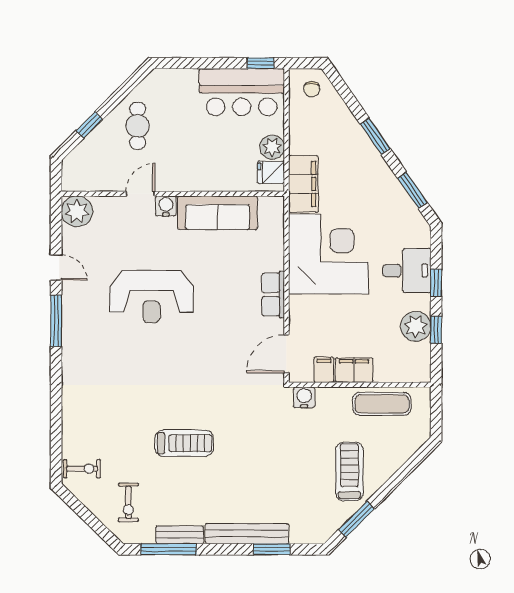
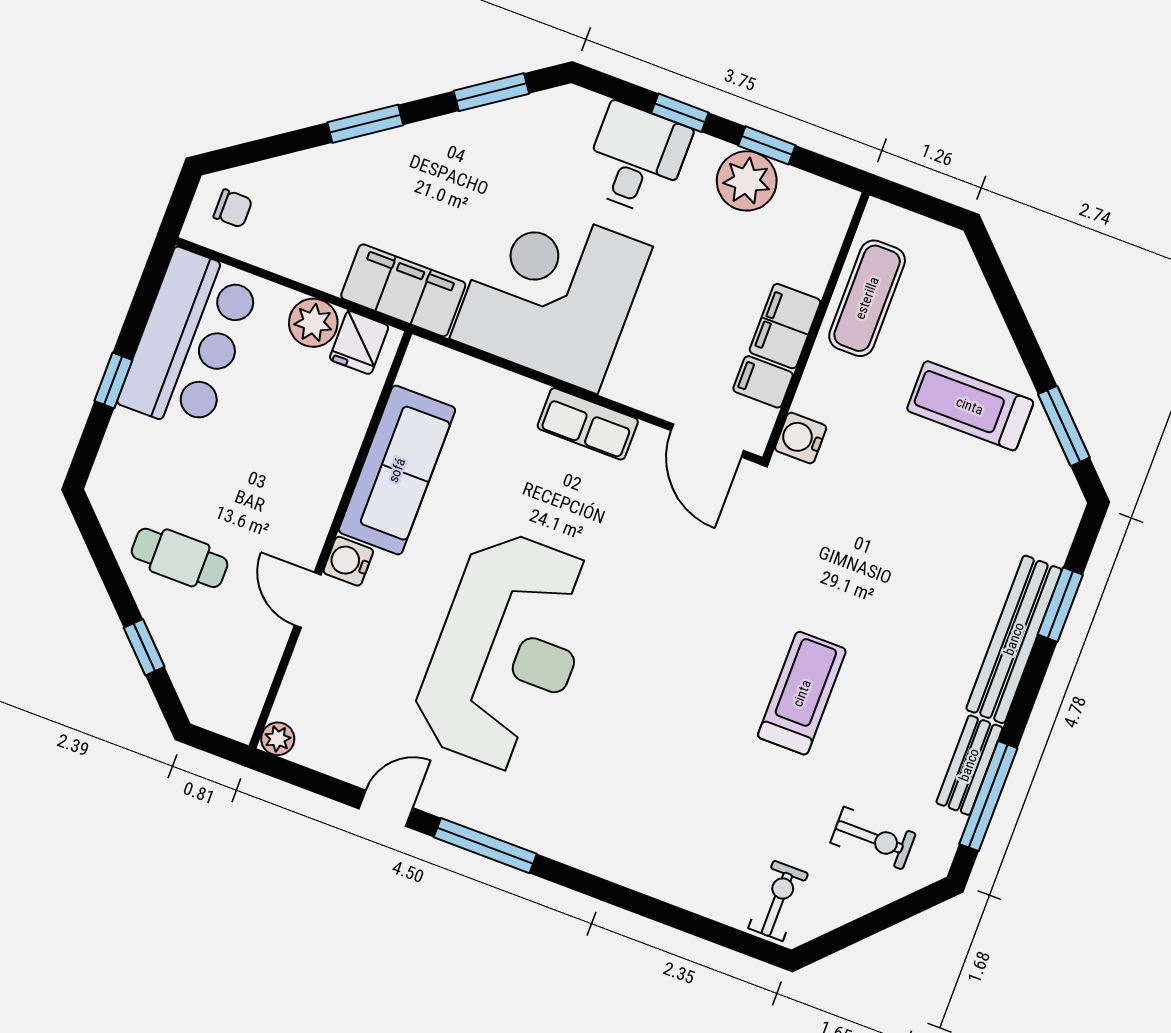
window: (261, 63) -> (113, 381), moved
plant: (77, 211) -> (278, 739), width x0.53, depth x0.53
reception desk: (151, 297) -> (507, 651), width x1.36, depth x1.30

